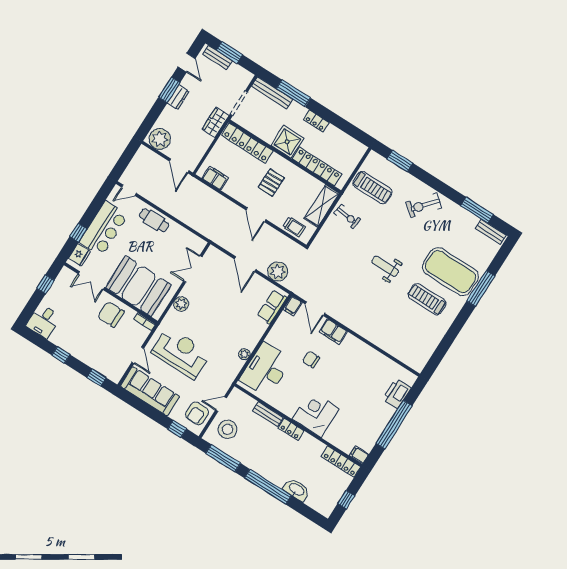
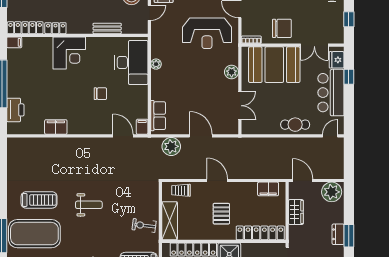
wardrobe: (215, 122) -> (296, 212), moved
double door: (91, 281) -> (314, 45), swing flipped
filing cabinet: (333, 332) -> (56, 127), moved
locker: (291, 429) -> (55, 28), moved

